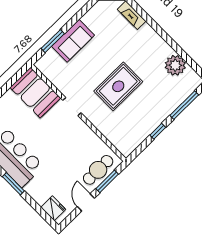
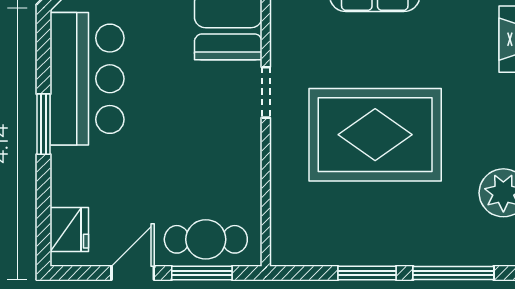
rug: (118, 86) -> (375, 135), width x1.37, depth x1.44
window: (158, 131) -> (367, 273), width x1.50

